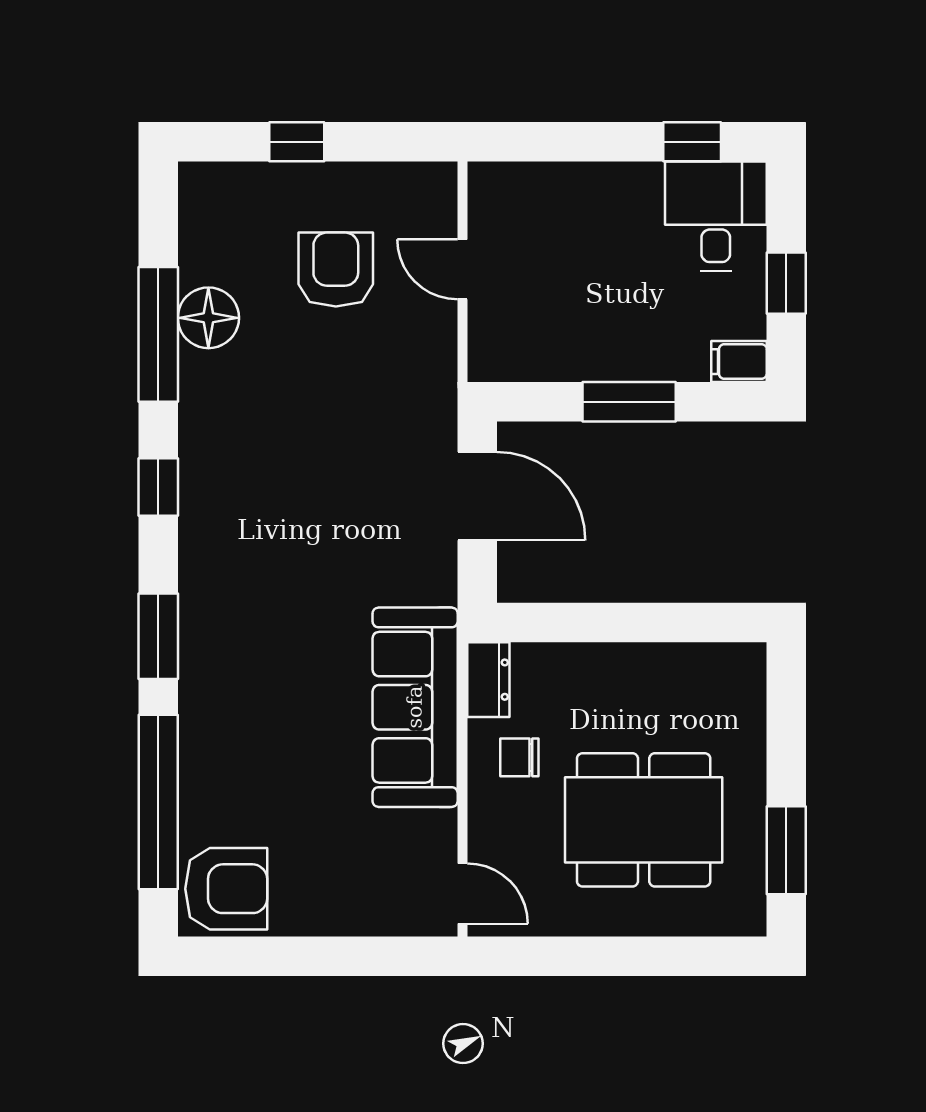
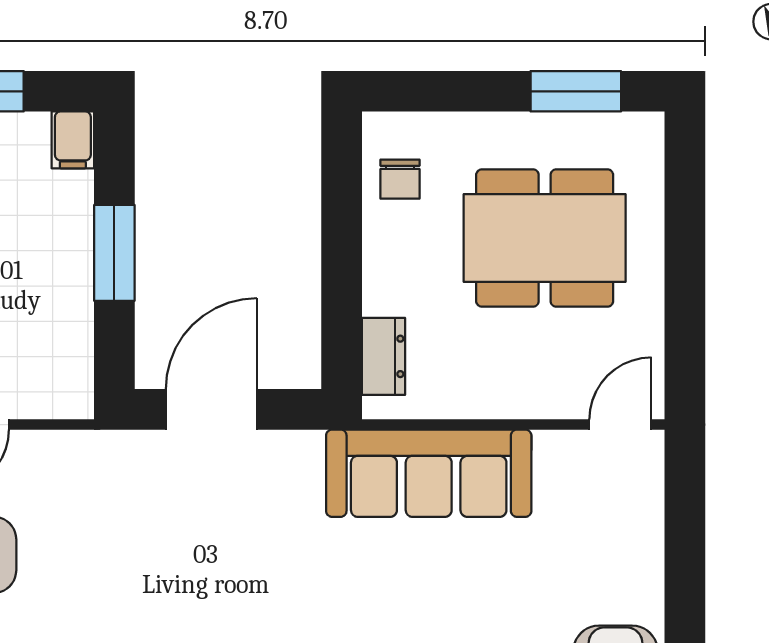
dresser: (488, 680) -> (383, 356), moved, turned 90
chair: (519, 757) -> (400, 179), moved
dining table: (644, 820) -> (545, 238), turned 90

